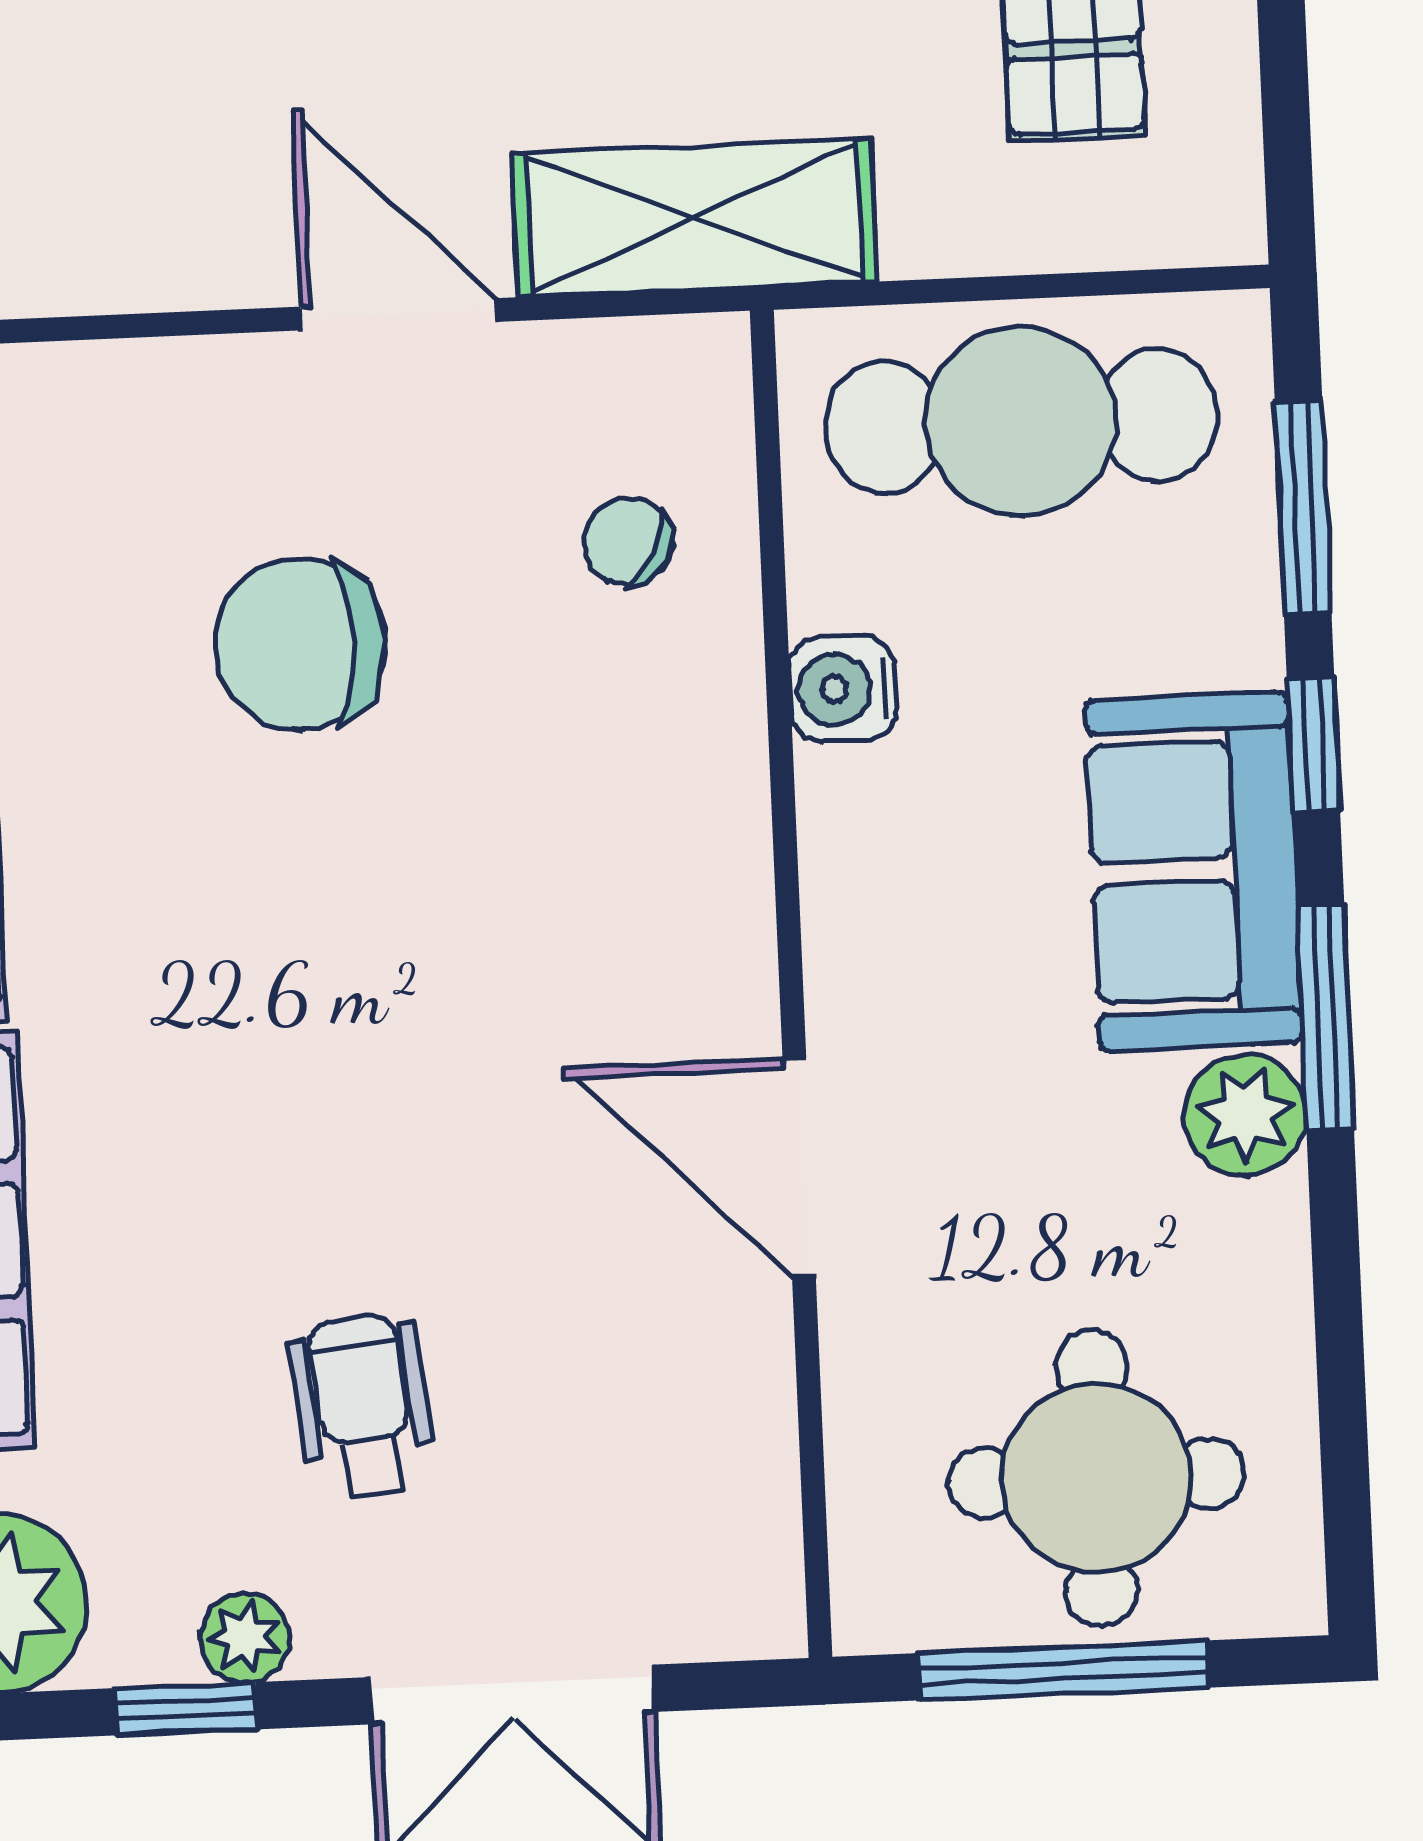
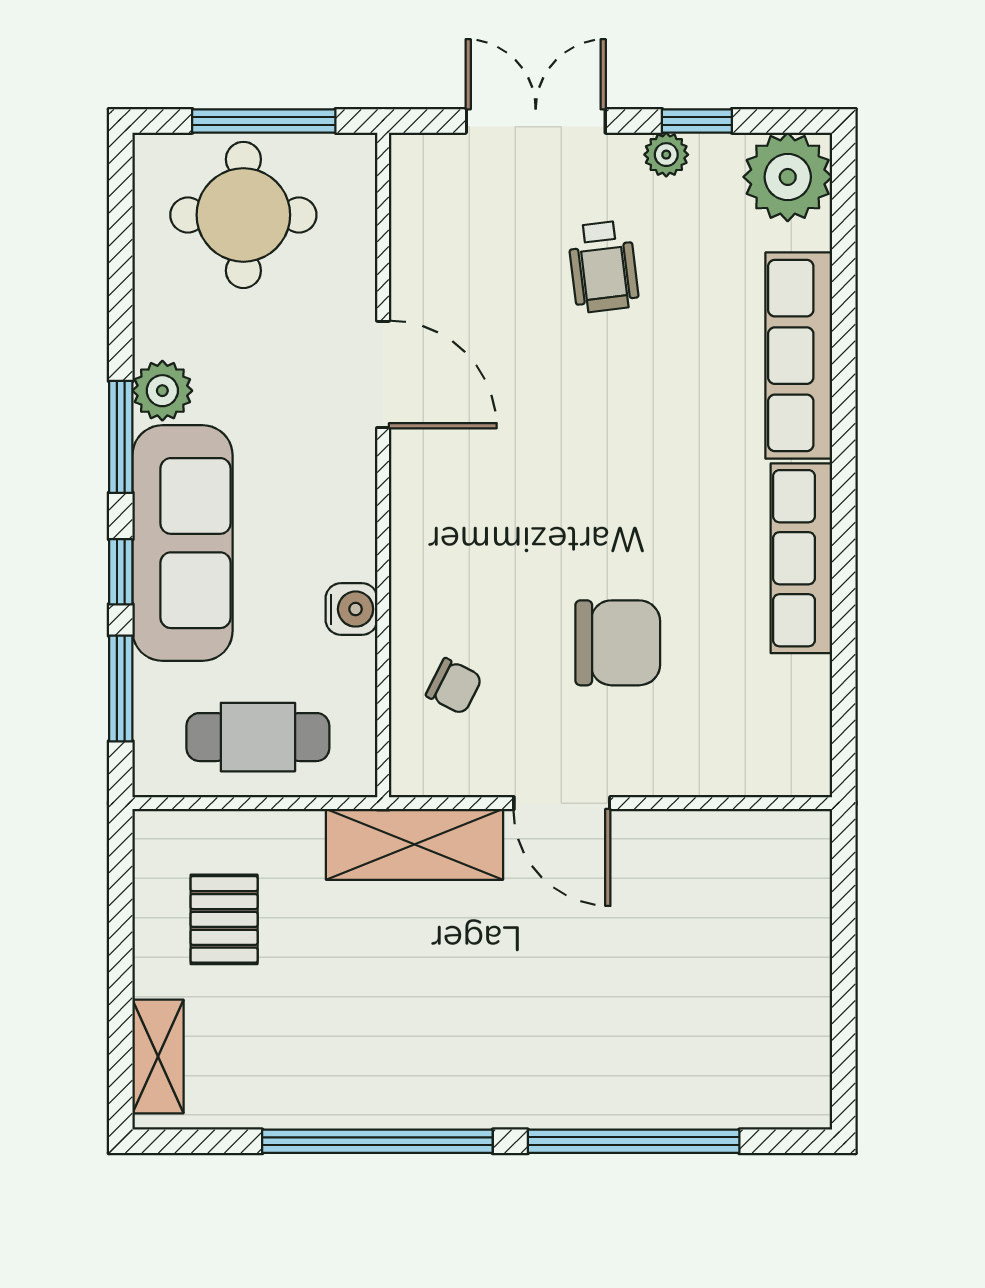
cafe table: (1021, 421) -> (258, 737), width x0.73, depth x0.74
sofa: (1194, 871) -> (182, 543), width x1.36

